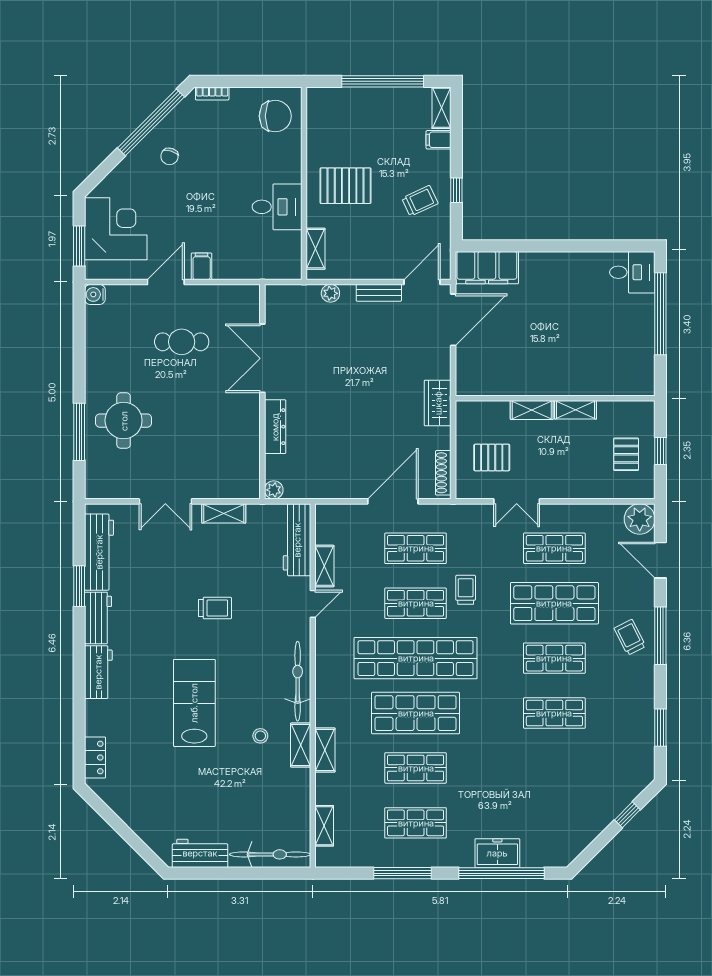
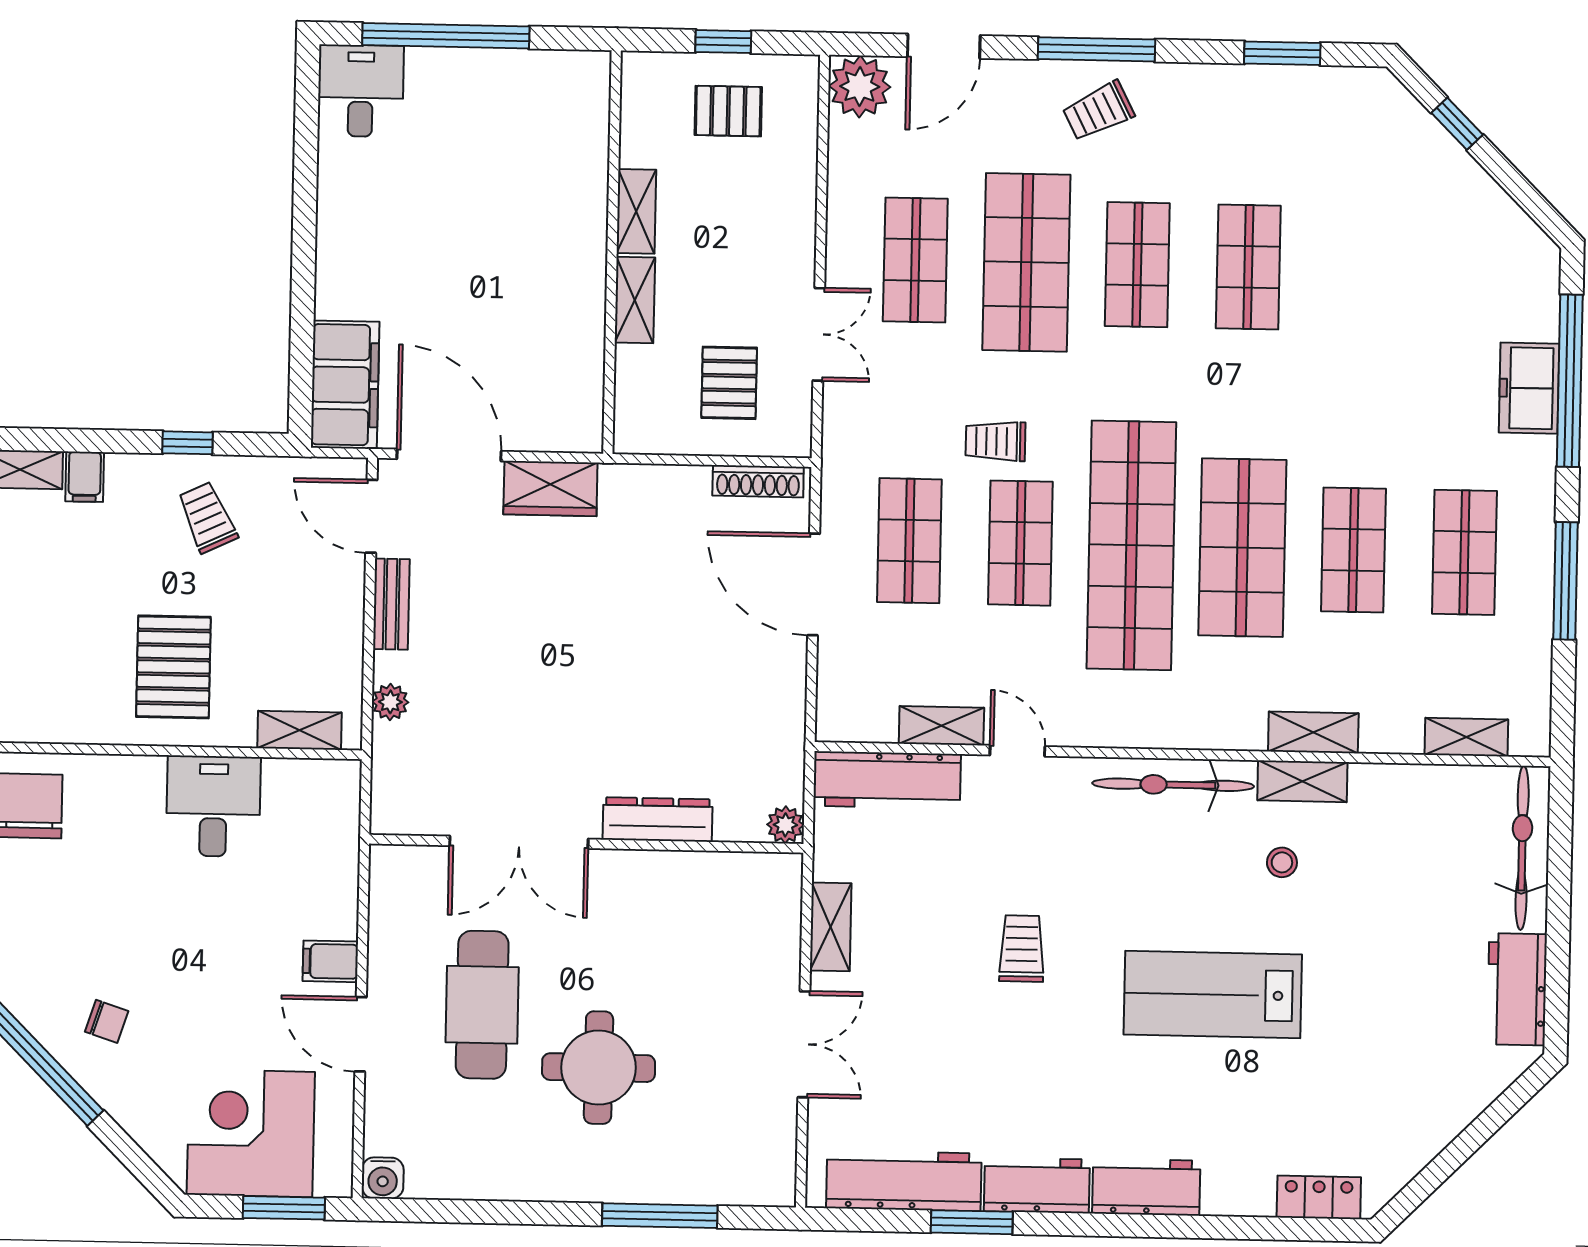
cafe table: (182, 342) -> (482, 1005), width x1.37, depth x1.35
wardrobe: (438, 403) -> (550, 488), moved
round table: (124, 421) -> (599, 1068), moved

